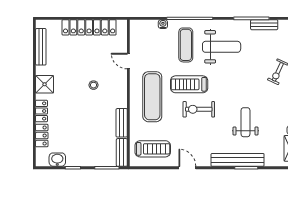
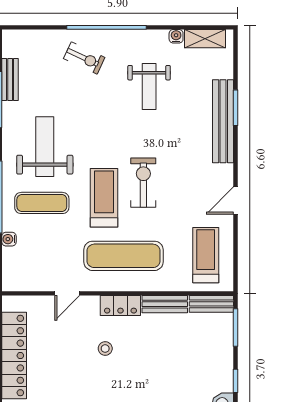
treadmill: (189, 84) -> (104, 198), turned 180
locker: (121, 95) -> (120, 306), added
exercise bike: (199, 109) -> (143, 183), turned 180
weight bench: (245, 122) -> (149, 87), moved, turned -90

